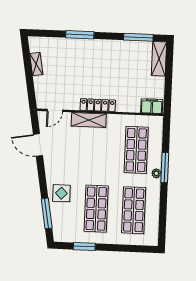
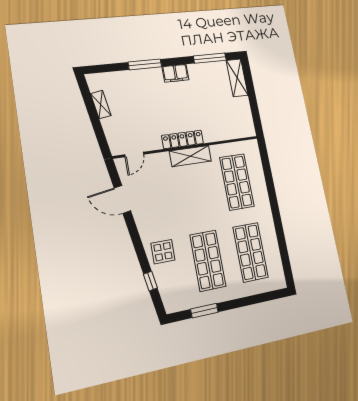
filing cabinet: (152, 106) -> (175, 73), moved, turned 180
shelving: (89, 120) -> (190, 156), moved
window: (165, 168) -> (272, 195), removed
plant: (156, 173) -> (265, 204), removed
window: (47, 213) -> (150, 281), width x0.46

